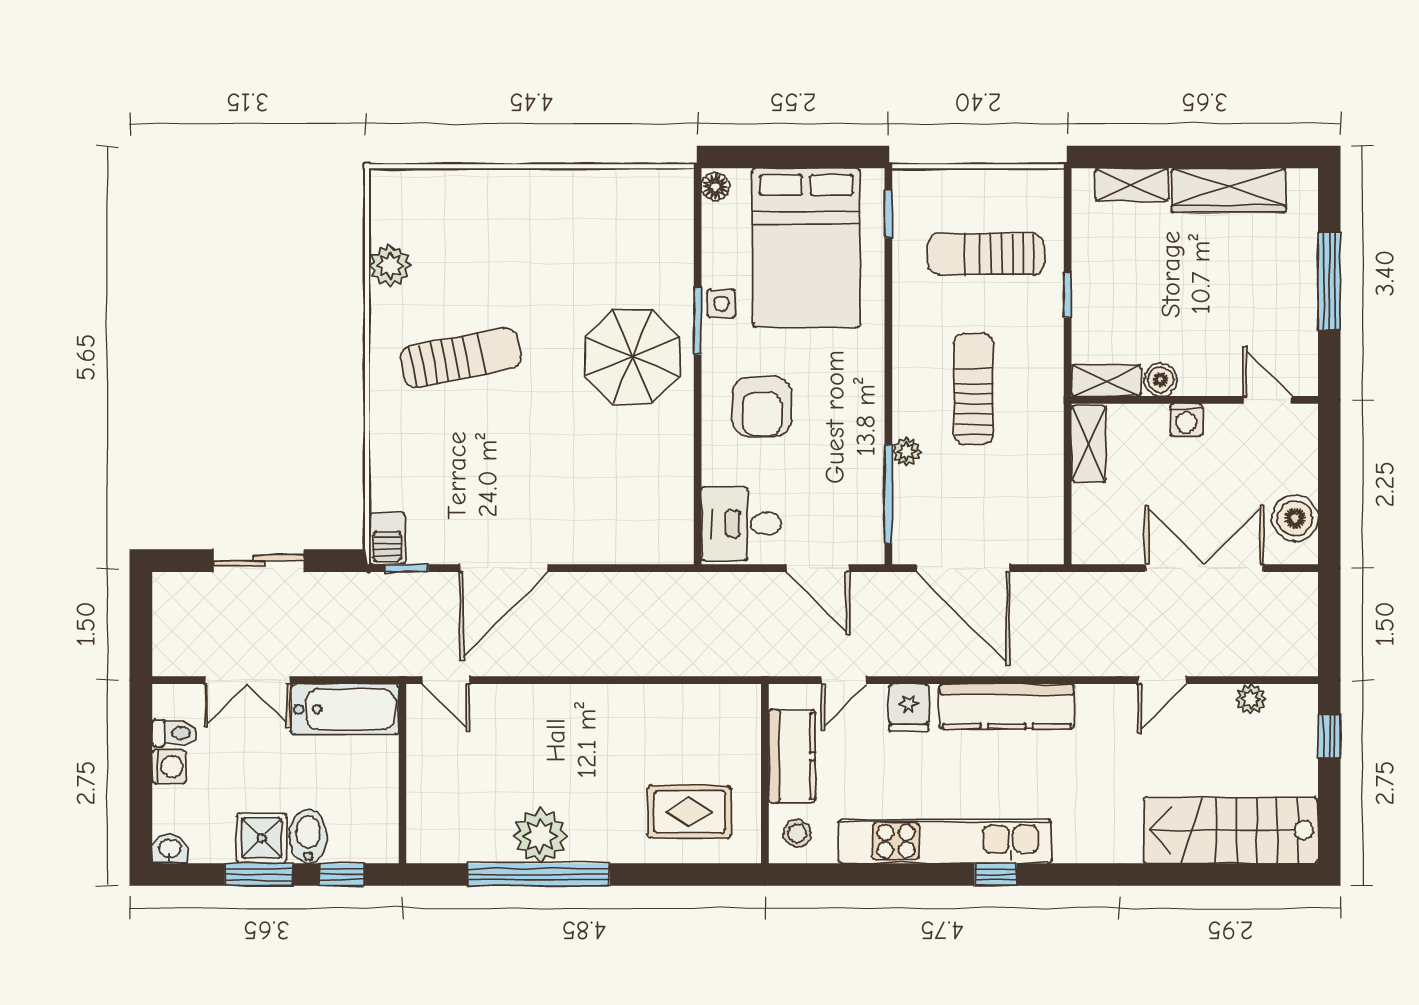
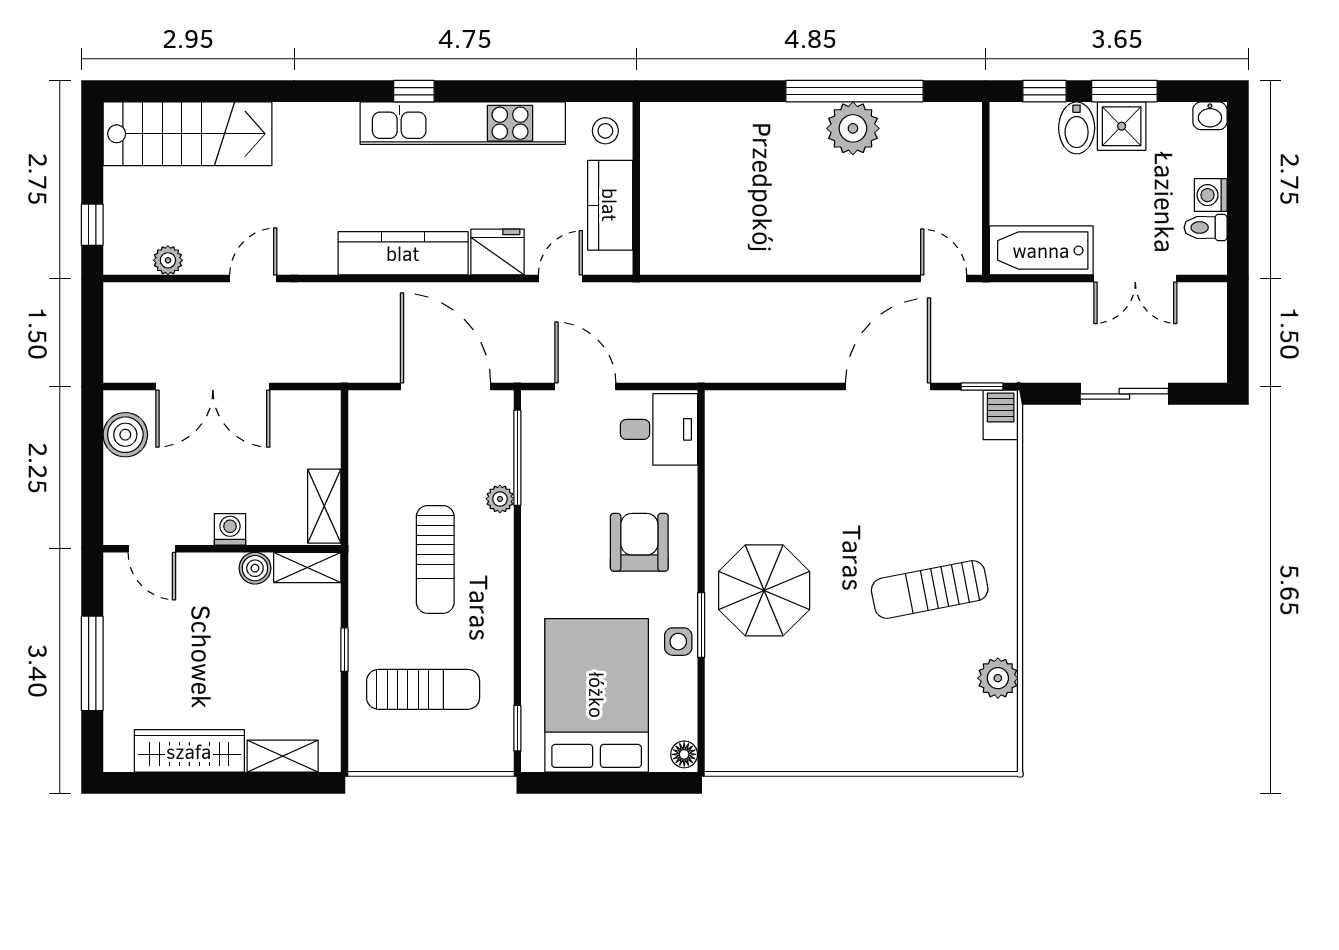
double door: (247, 680) -> (1135, 279), swing flipped
fridge: (909, 708) -> (497, 252), width x1.38
rug: (689, 812) -> (709, 152), removed

